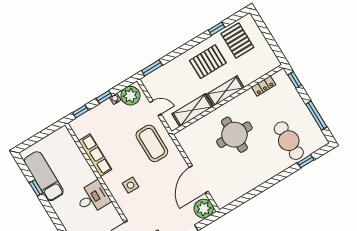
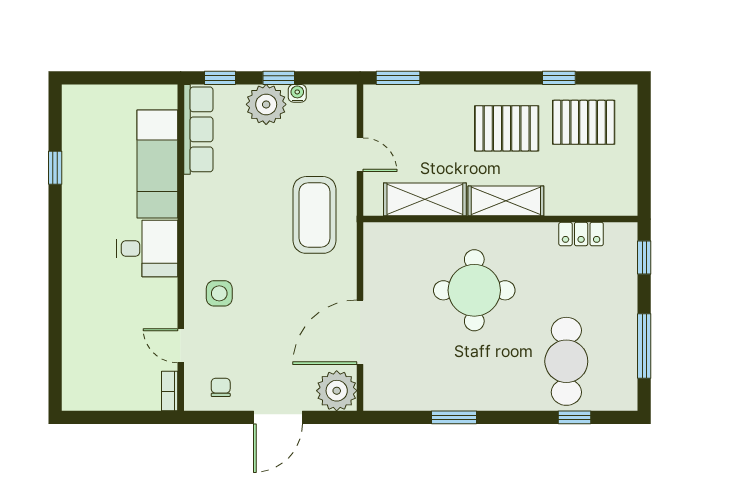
pallet: (237, 40) -> (584, 122), turned 90
plant: (130, 96) -> (266, 104), moved
row of seats: (95, 155) -> (198, 129), moved
exam couch: (44, 176) -> (157, 164), moved, turned 180
side table: (130, 185) -> (219, 293), moved
window: (257, 191) -> (454, 417), added

